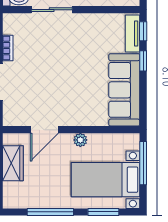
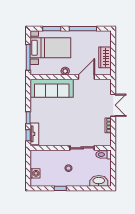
sofa: (124, 90) -> (52, 88), moved, turned 90

